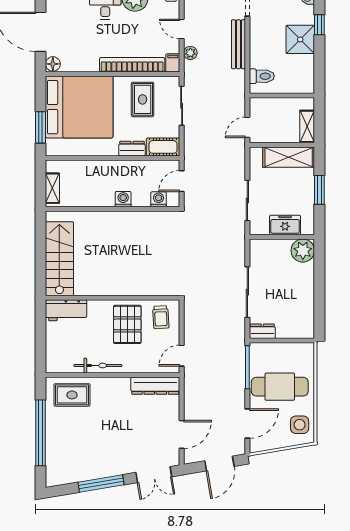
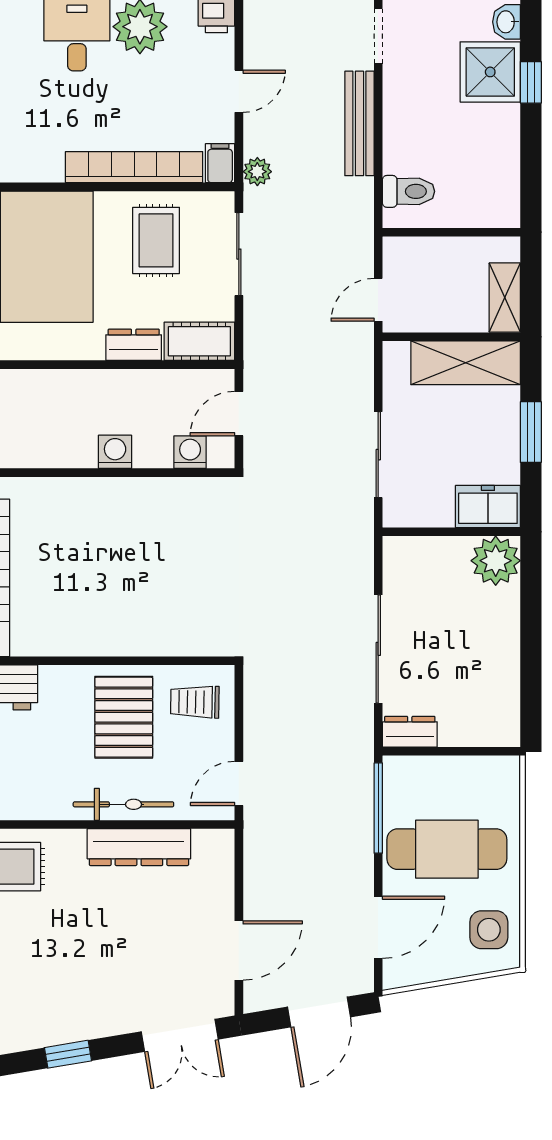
door: (182, 29) -> (239, 91), swing flipped
shower: (300, 39) -> (490, 72), moved
plant: (190, 53) -> (257, 172), moved
freezer: (285, 225) -> (488, 507), moved
trolley: (161, 317) -> (195, 702), turned 94
bicycle: (98, 366) -> (123, 804), moved
dresser: (155, 386) -> (139, 847), moved
window: (101, 483) -> (68, 1054), width x0.46

